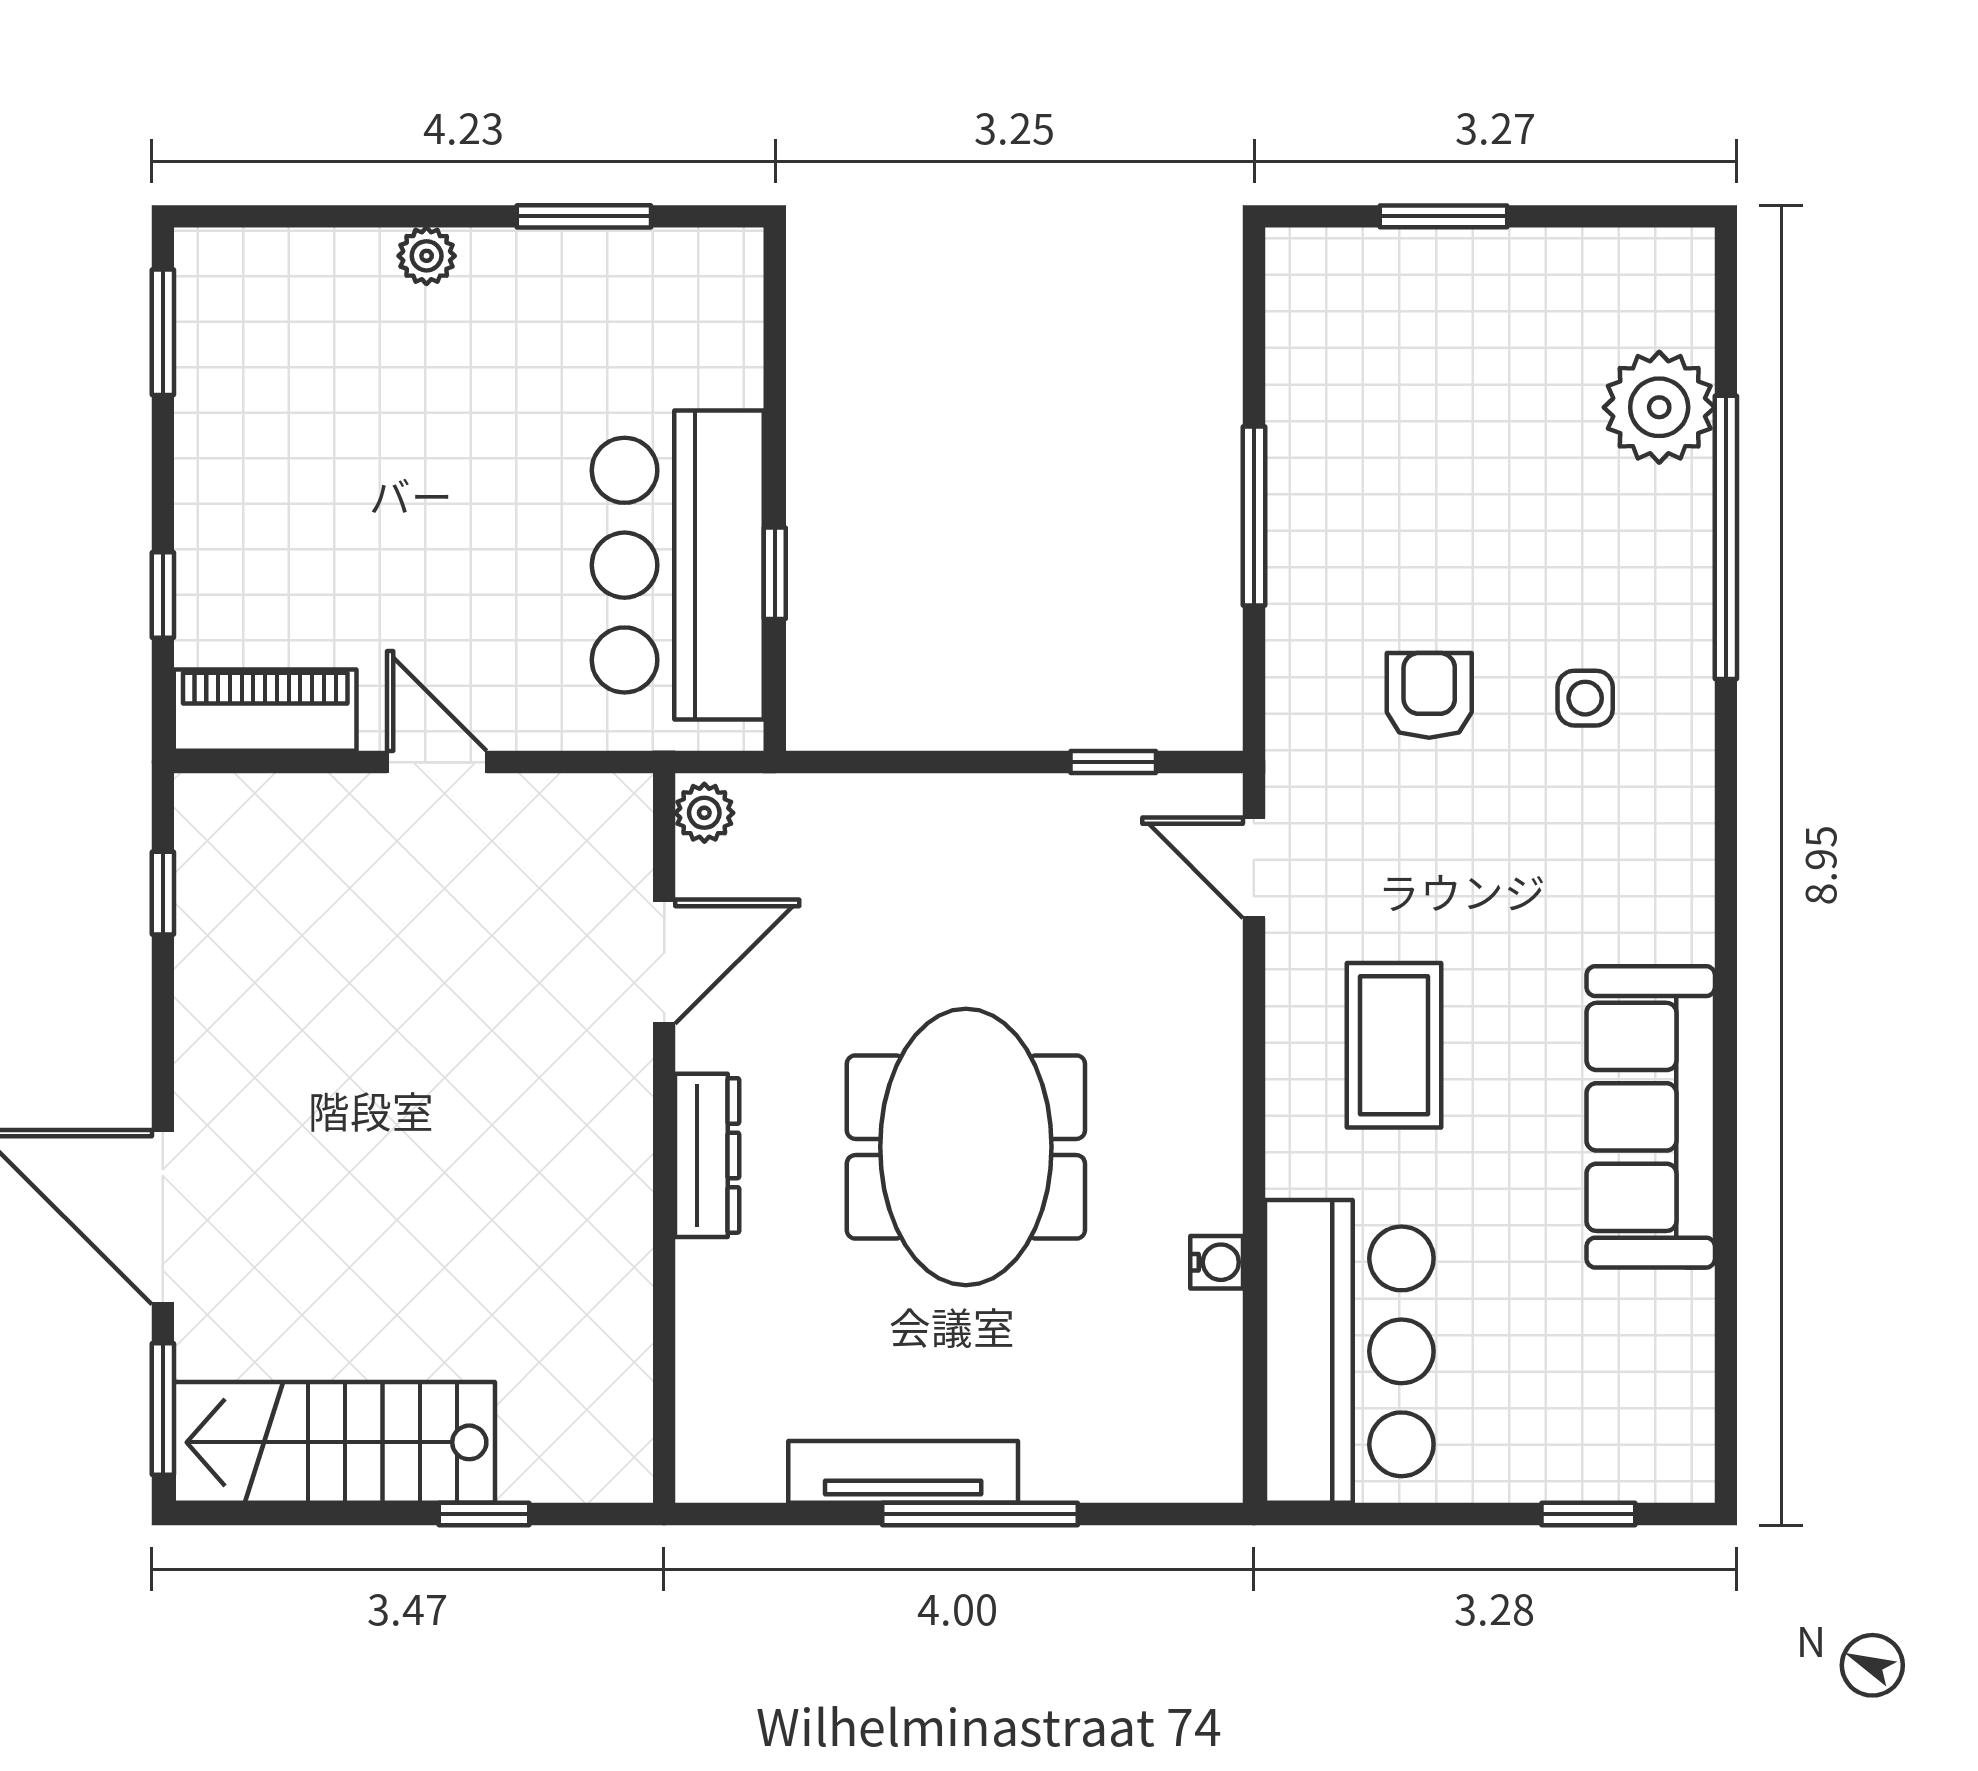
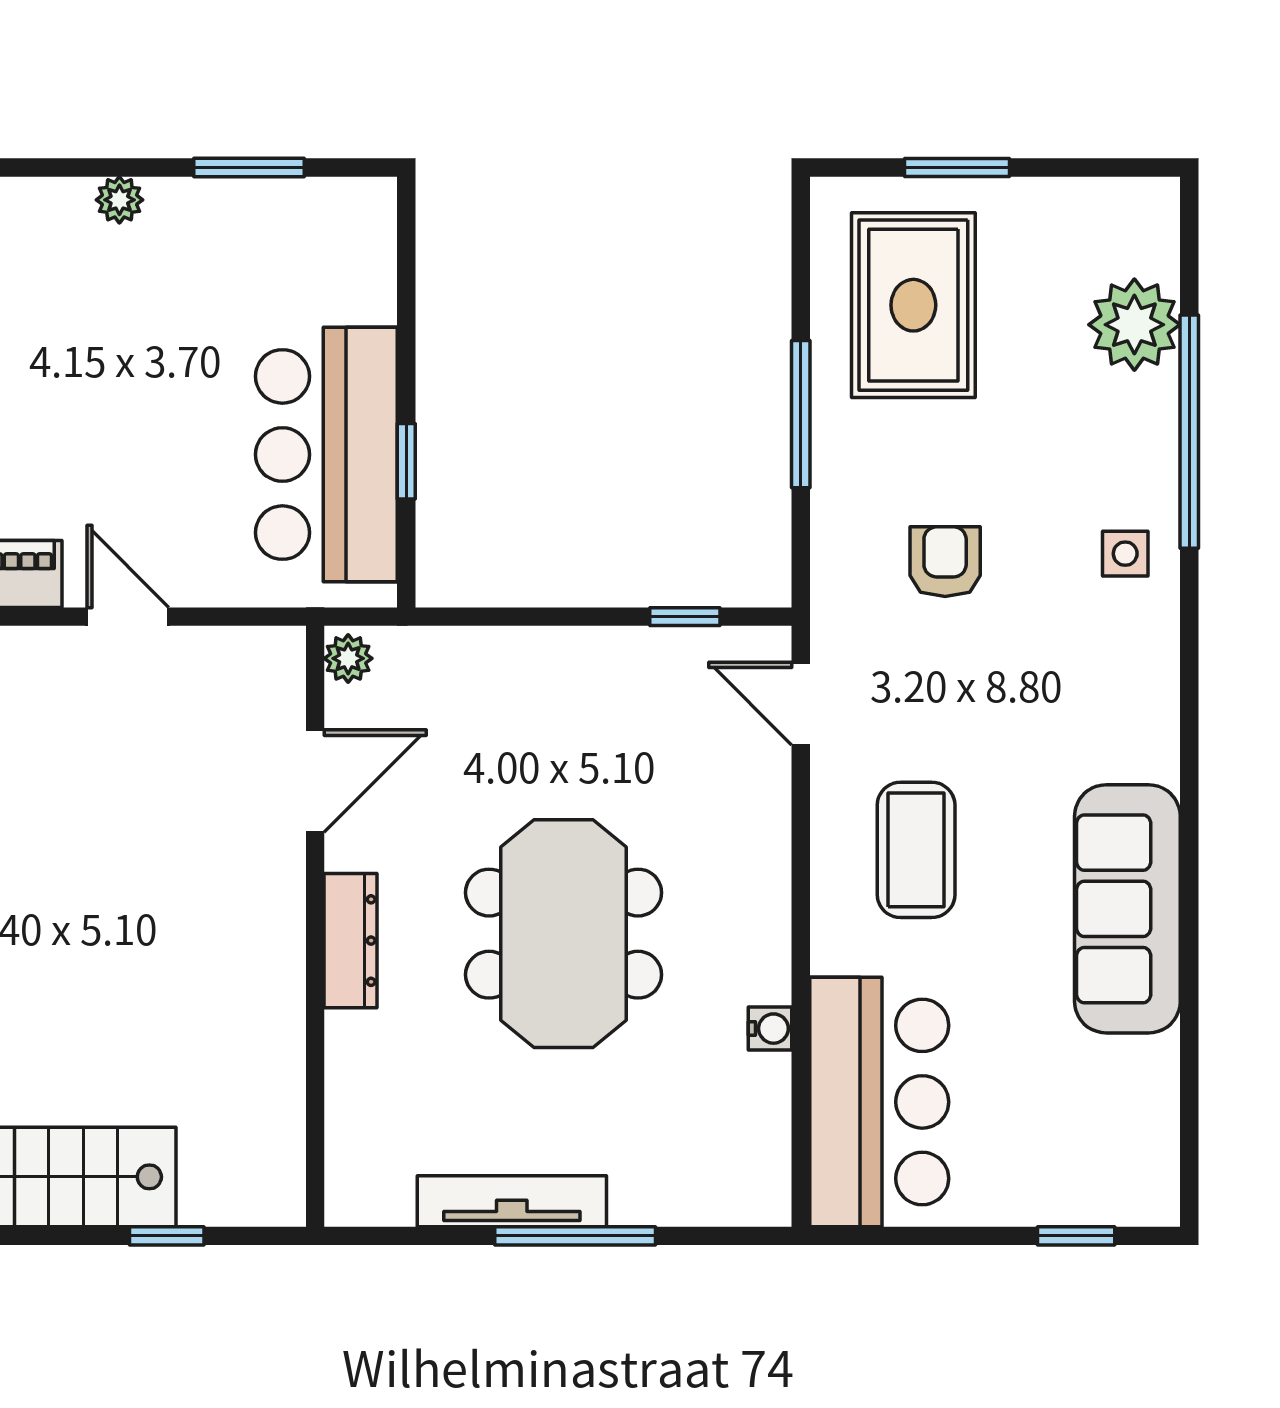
rug: (1391, 384) -> (913, 305), added
side table: (1585, 698) -> (1125, 554), moved

